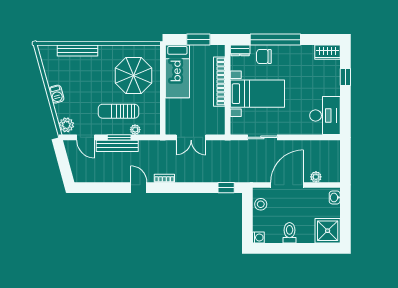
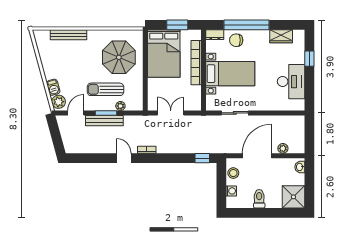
wardrobe: (327, 52) -> (281, 36), moved
bed: (177, 71) -> (164, 53), width x1.50
barbecue: (56, 94) -> (53, 87), moved
desk: (325, 116) -> (291, 82), moved
door: (86, 137) -> (76, 113), swing flipped
double door: (191, 137) -> (171, 113), swing flipped
washing machine: (258, 237) -> (231, 191), moved

